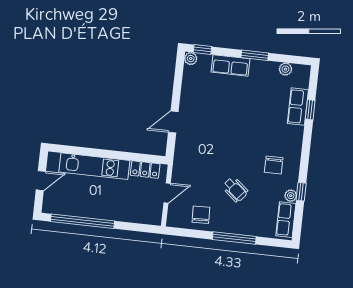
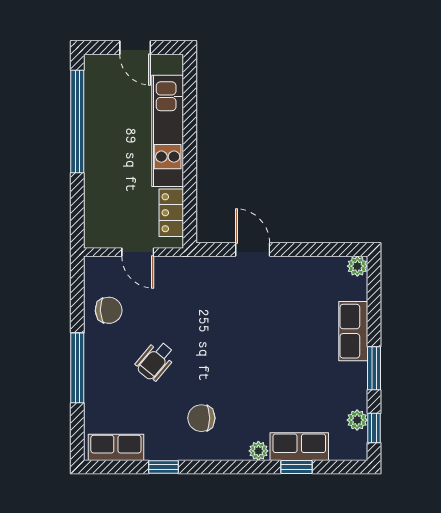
window: (202, 49) -> (374, 428), moved
plant: (291, 196) -> (258, 451), moved

